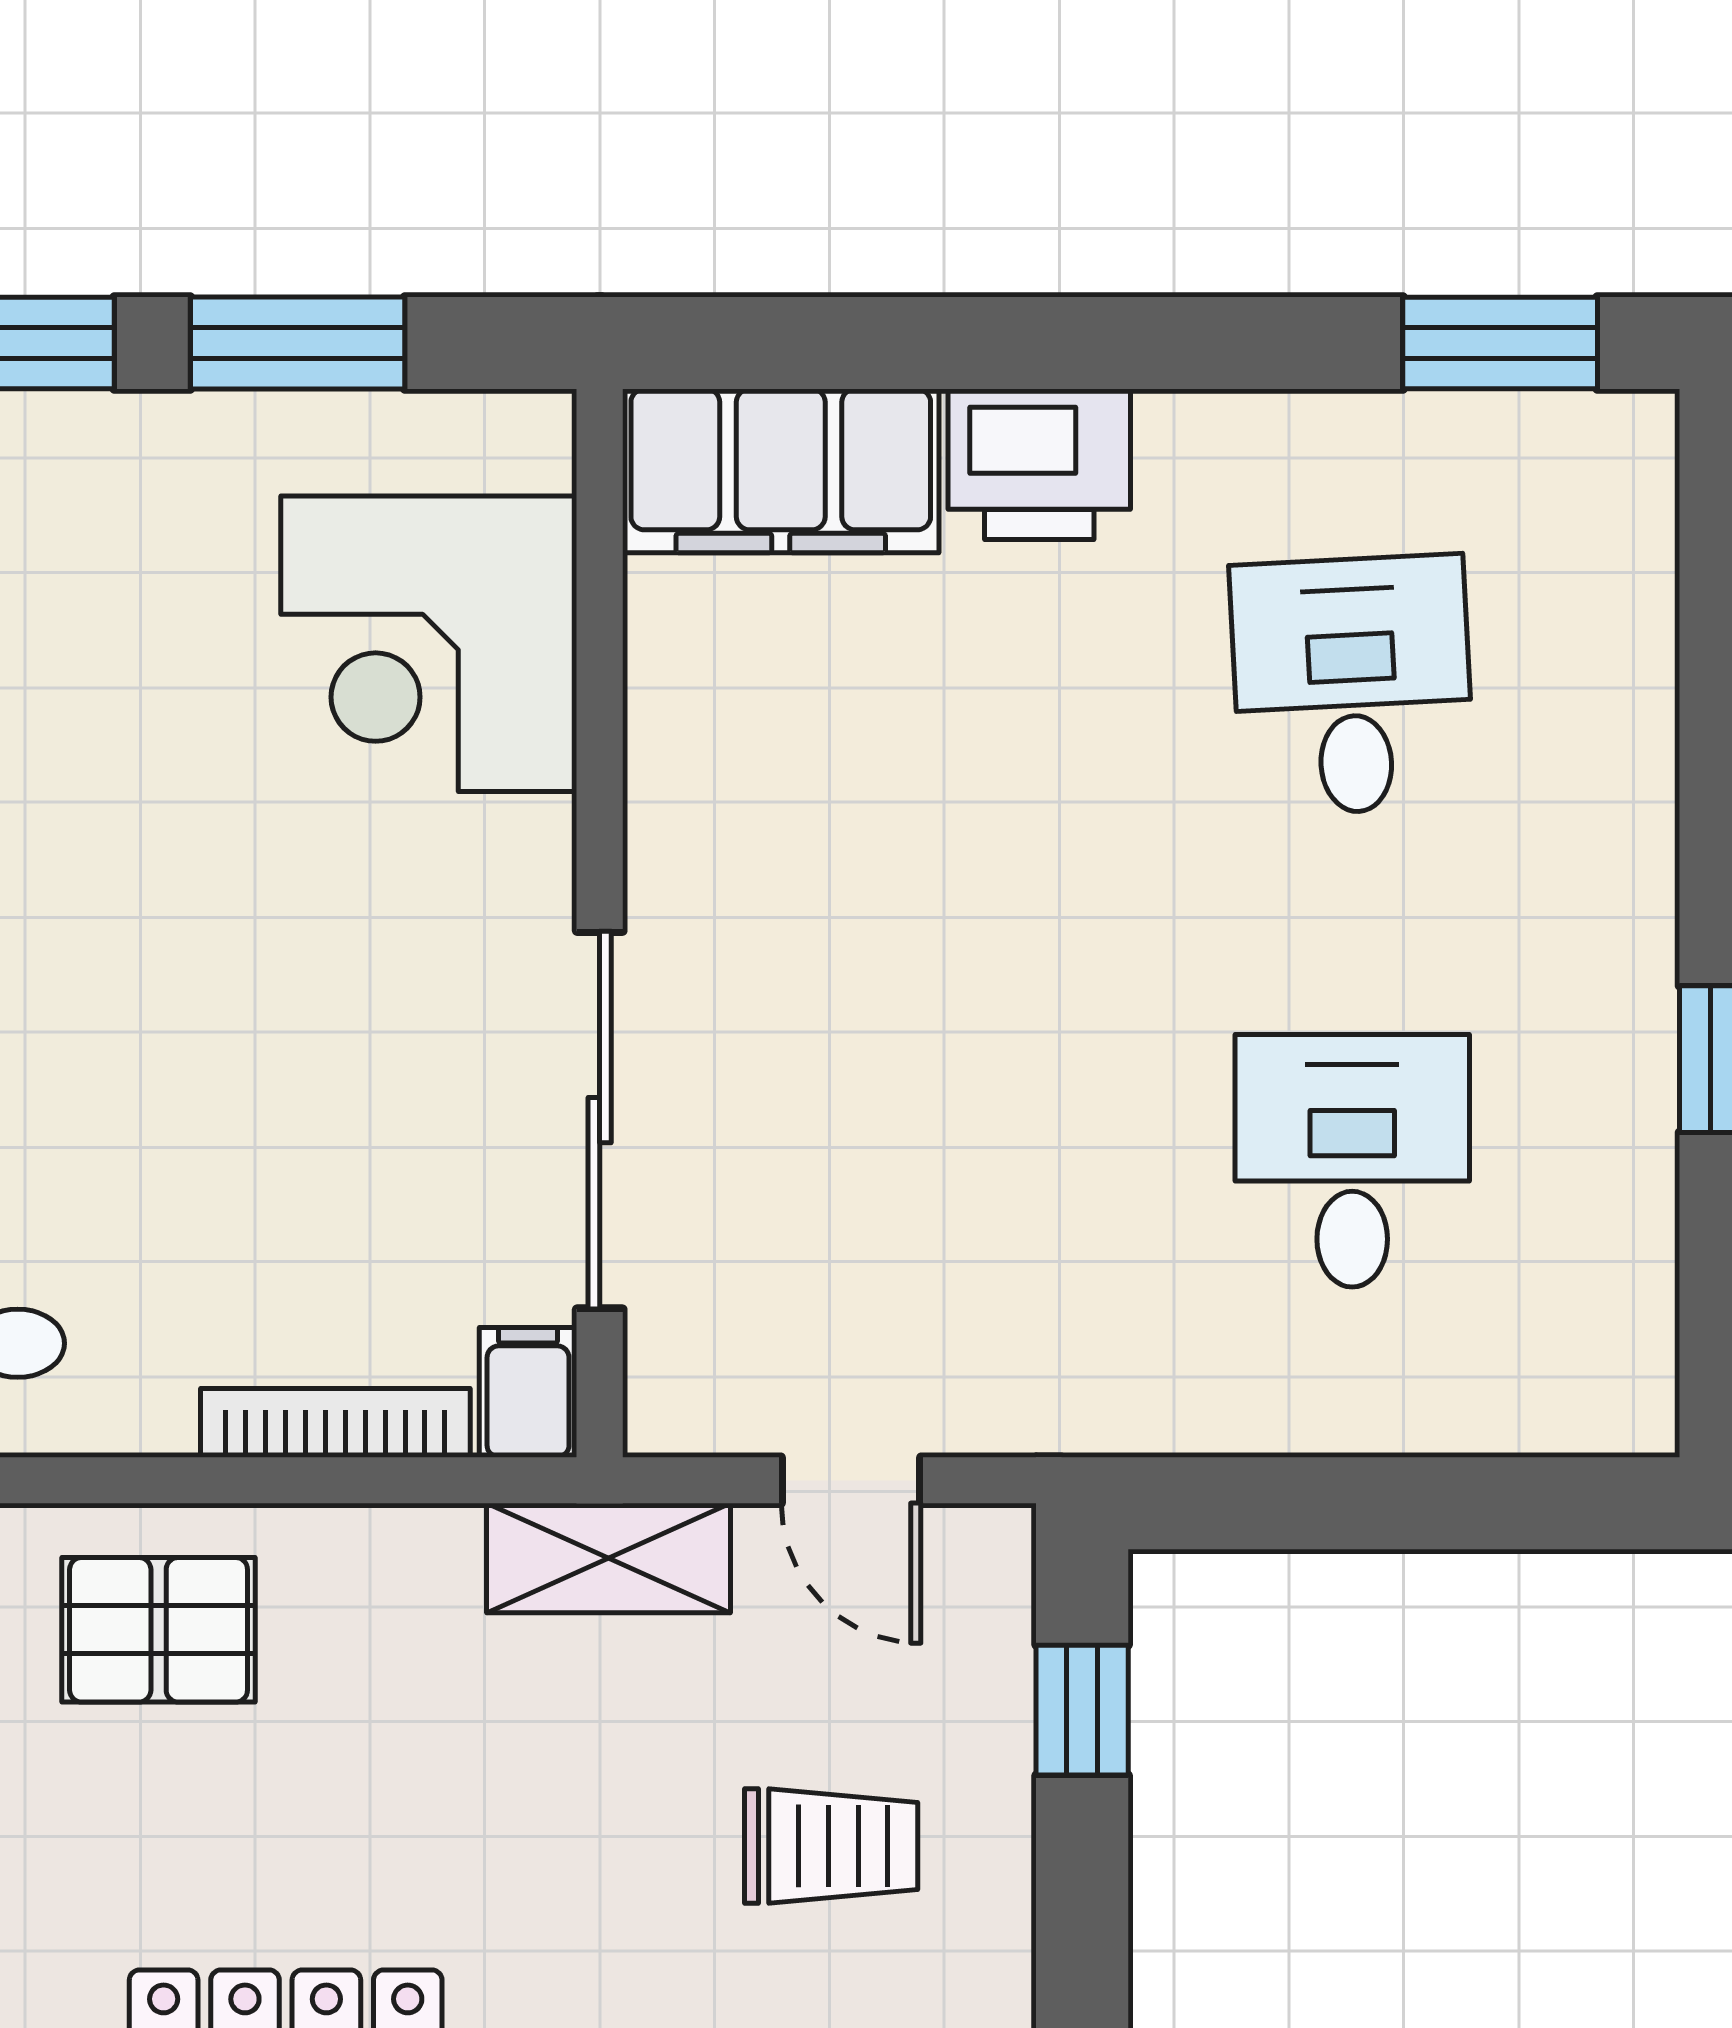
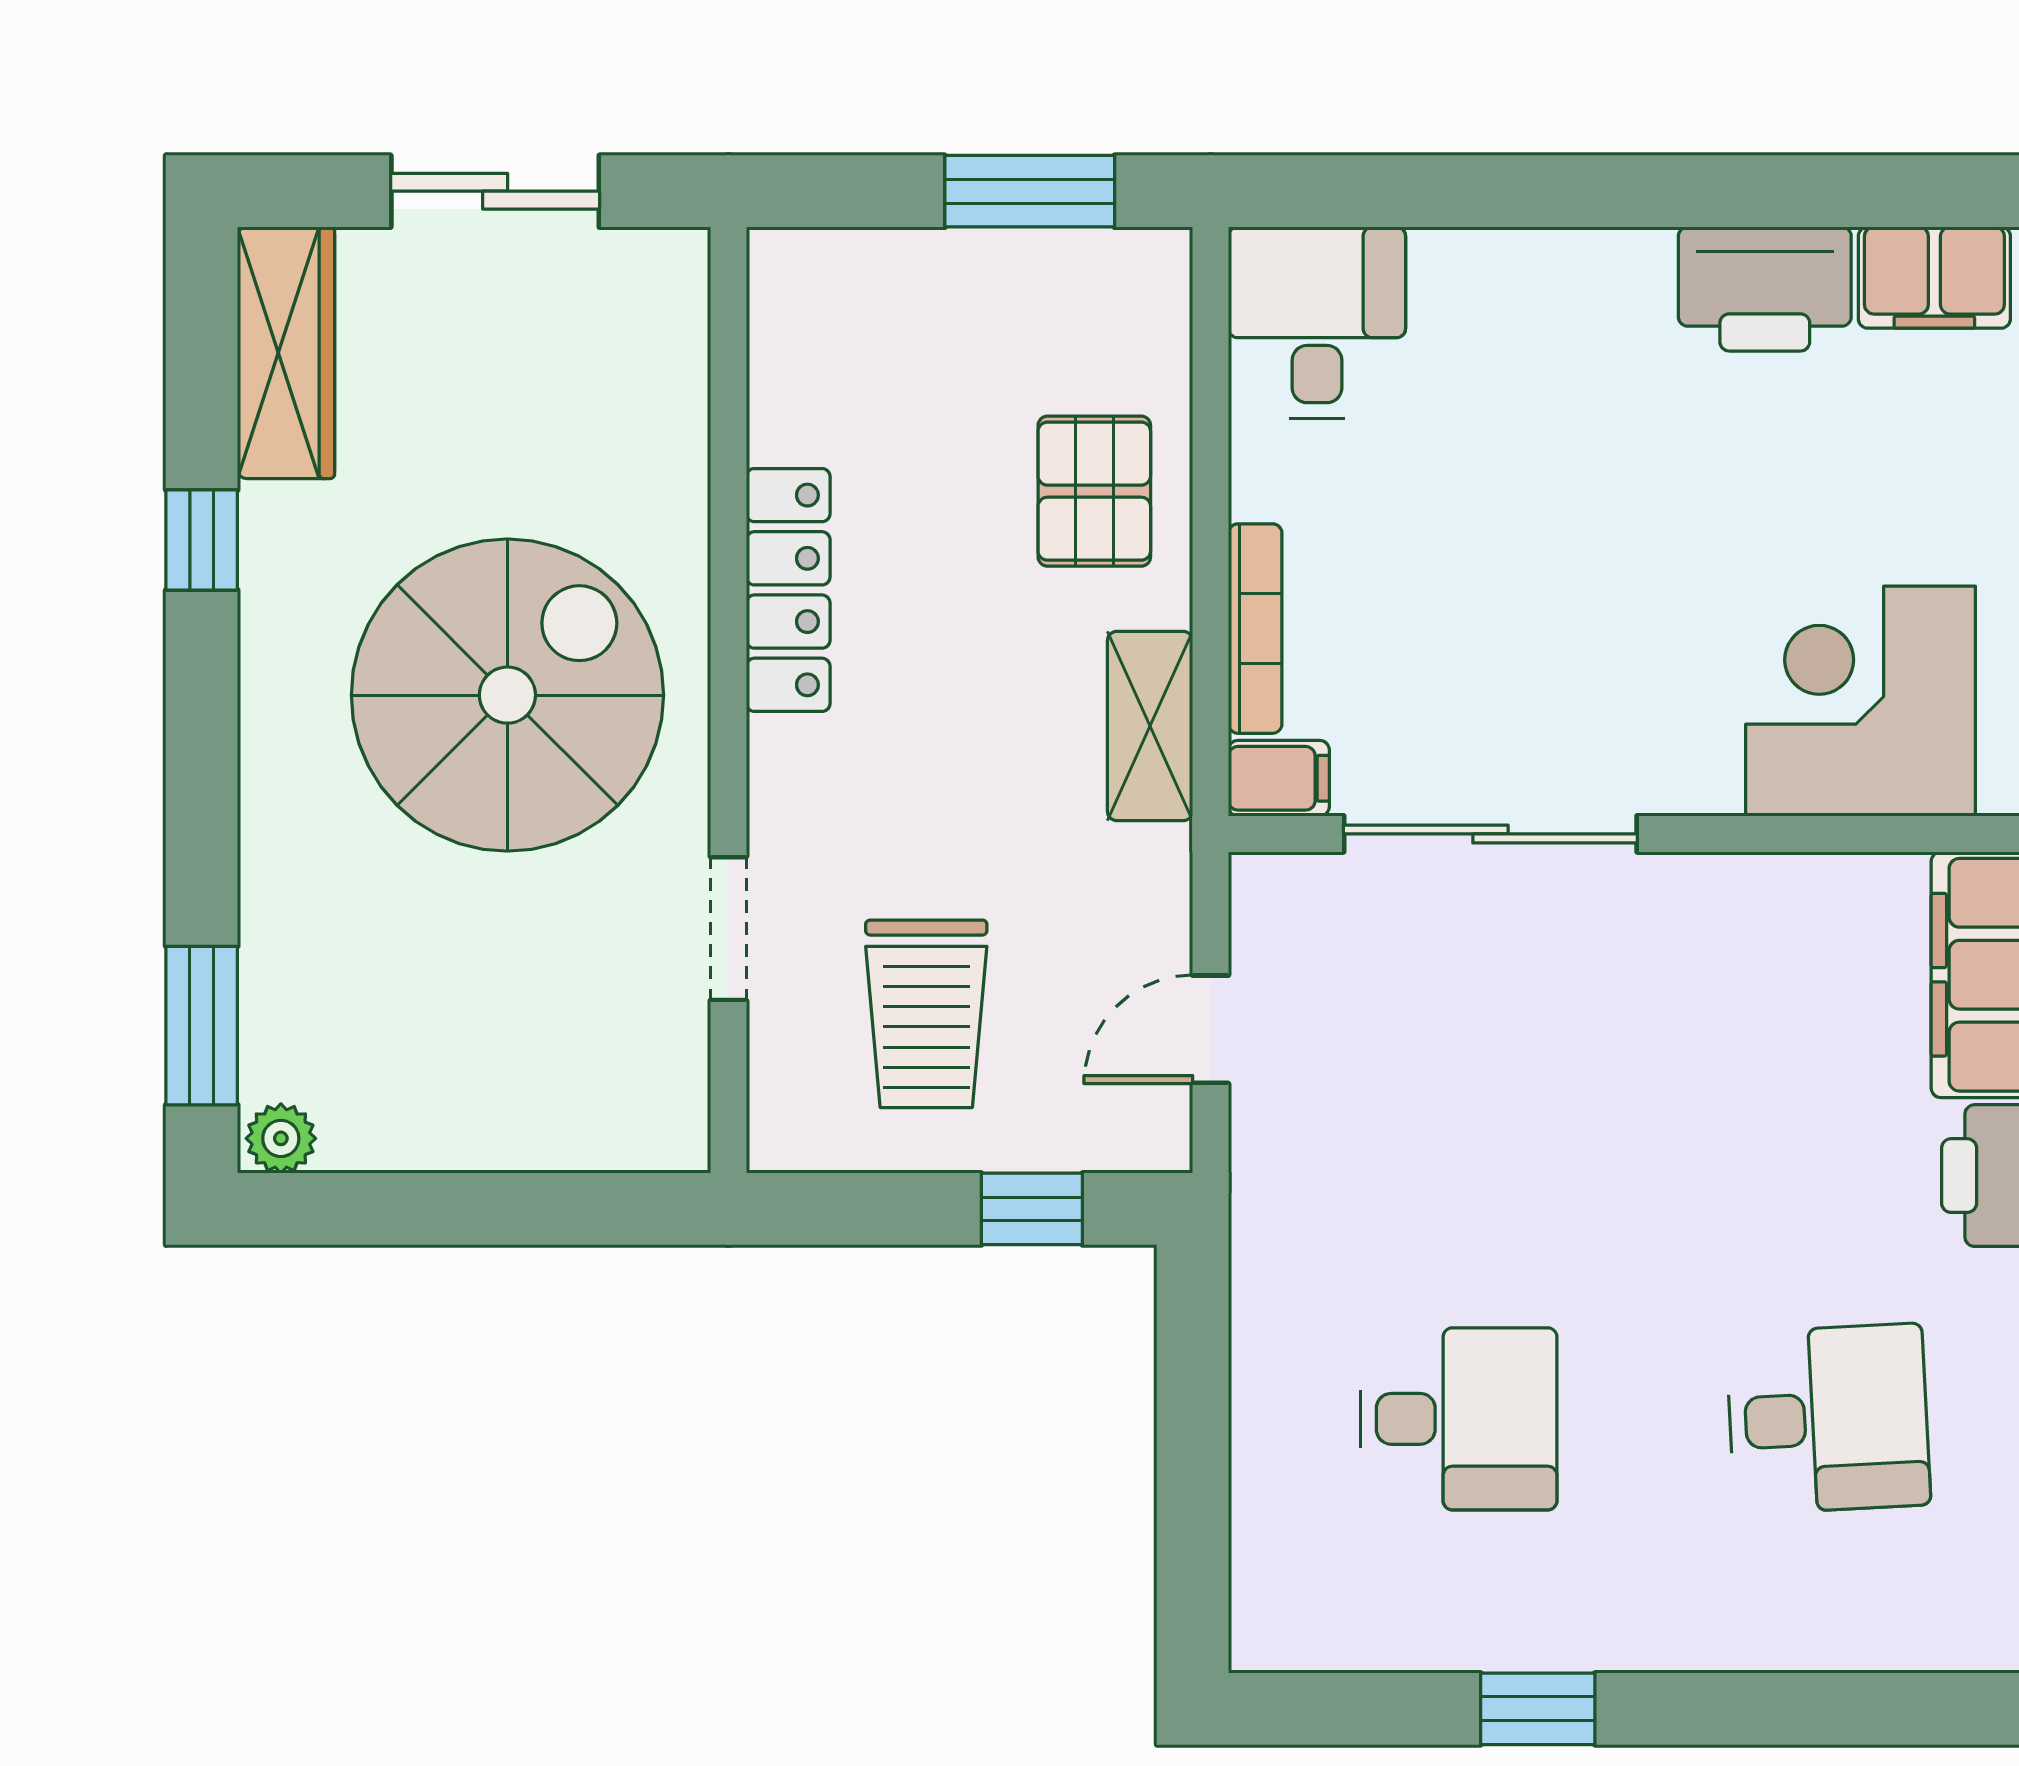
shelving: (608, 1558) -> (1150, 726), moved
trolley: (831, 1846) -> (926, 1014), width x1.36, depth x1.39

